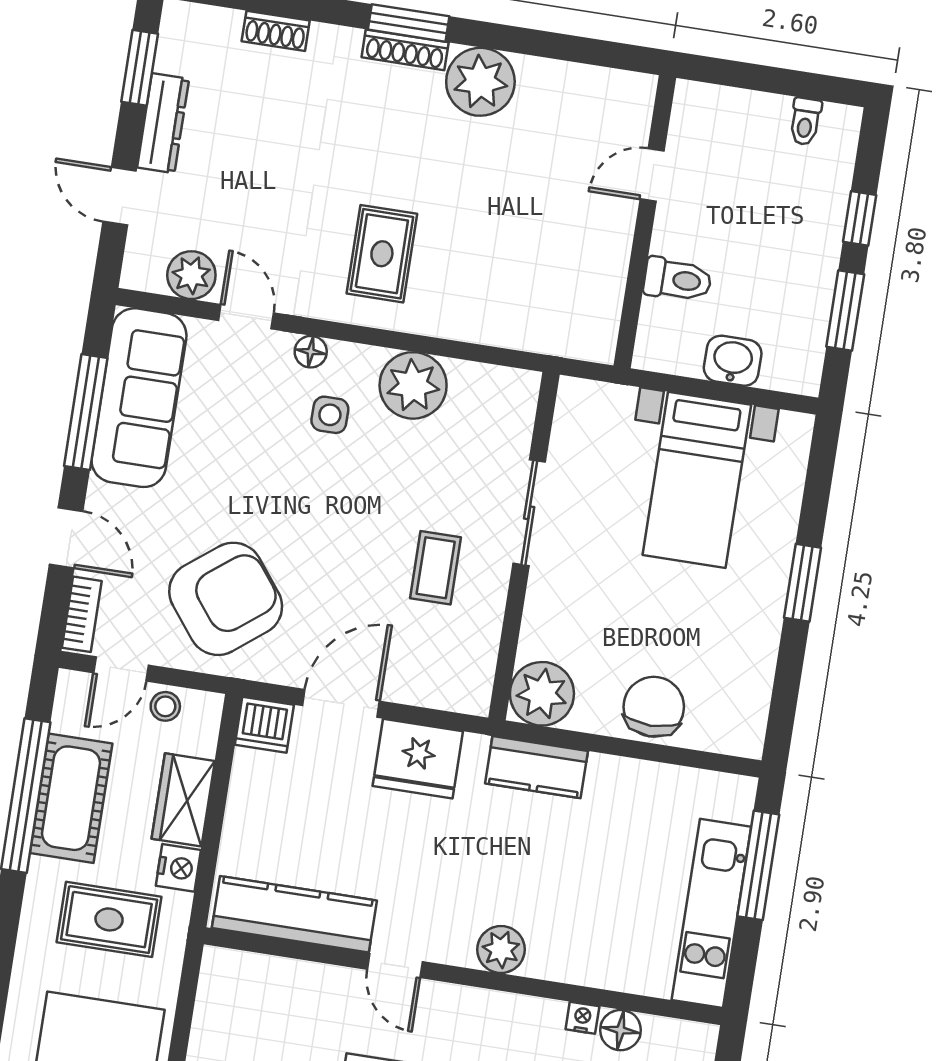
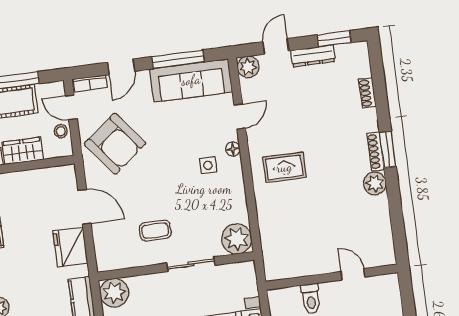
plant: (480, 82) -> (375, 183), width x0.73, depth x0.73
plant: (191, 275) -> (248, 67), moved
plant: (413, 385) -> (237, 239), moved
dishwasher: (264, 725) -> (65, 176), removed

